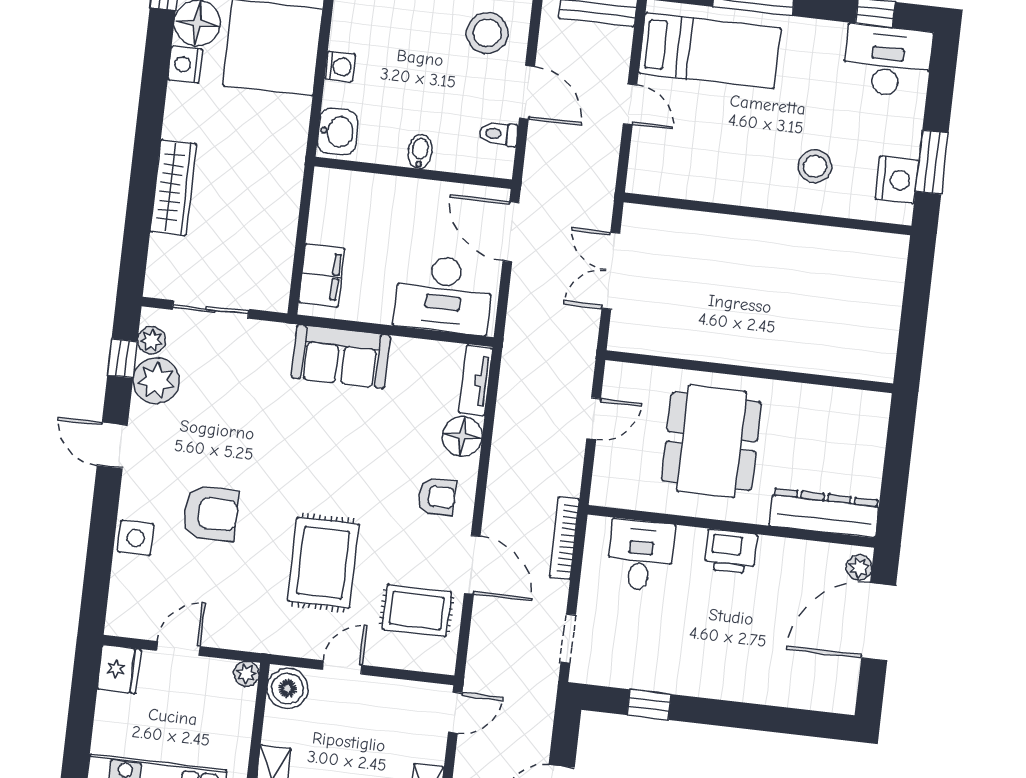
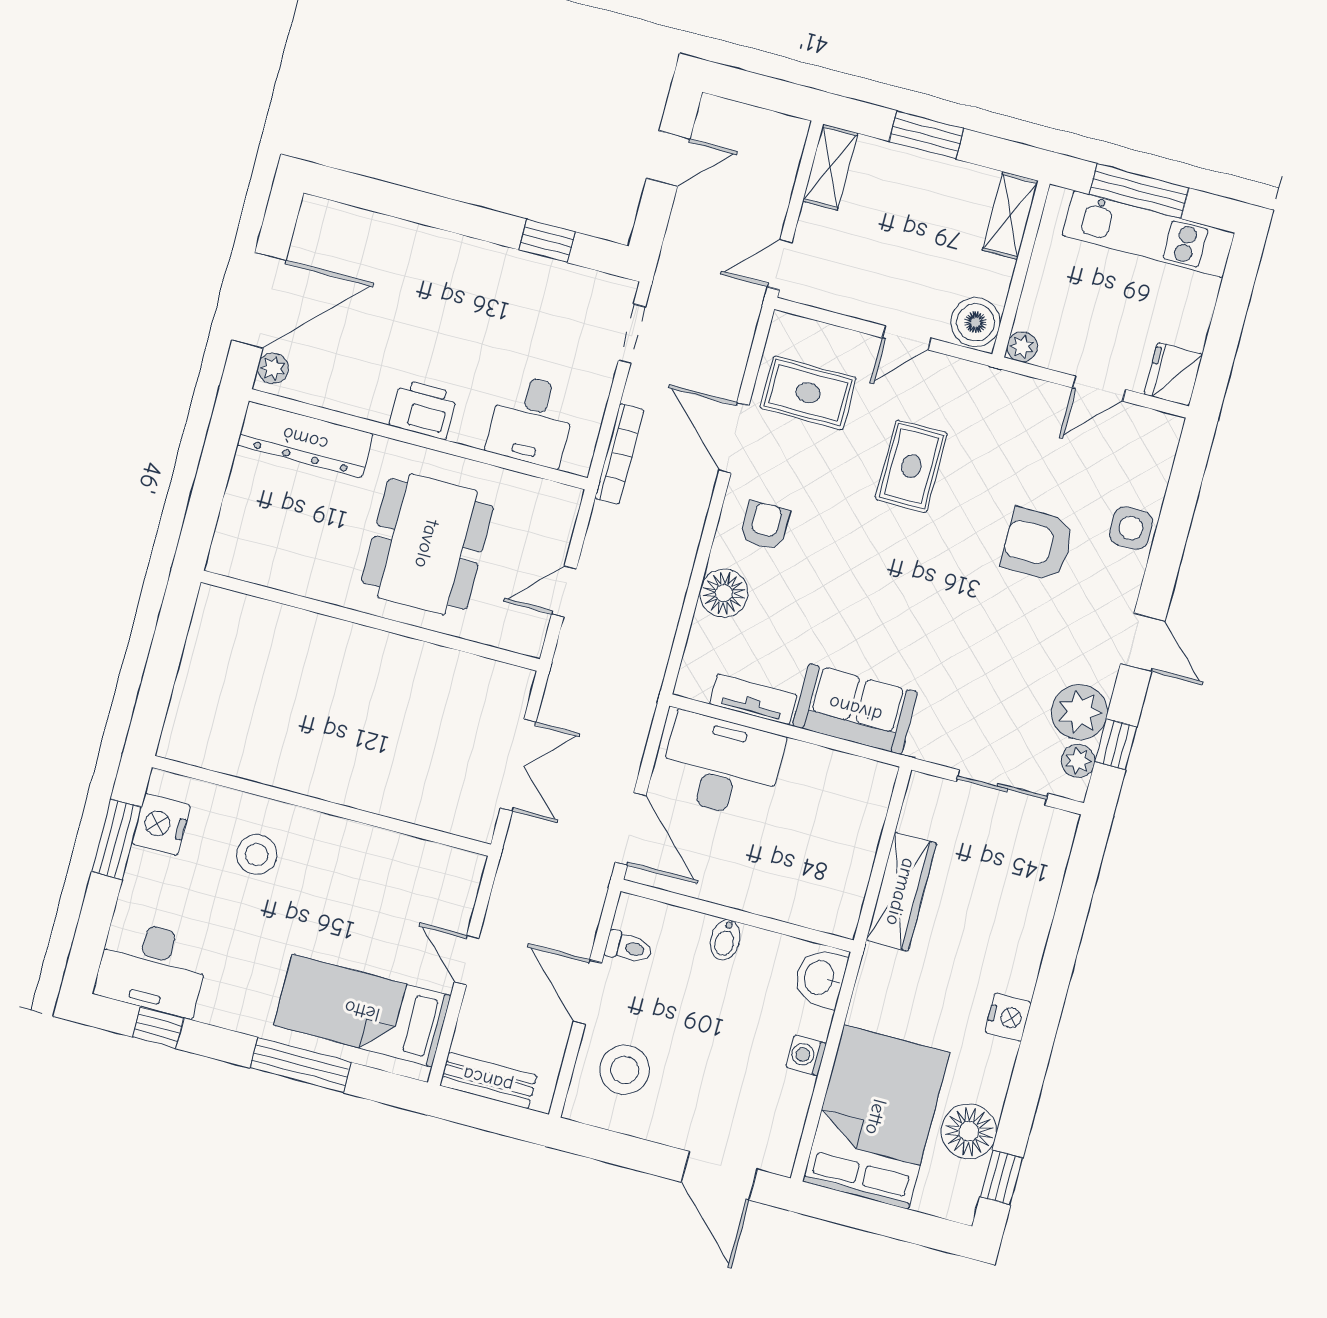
nightstand: (185, 65) -> (1008, 1017), moved
wardrobe: (173, 188) -> (901, 892), moved, turned 180
filing cabinet: (322, 275) -> (864, 809), removed
tv unit: (476, 381) -> (753, 699), moved, turned -90
armchair: (436, 497) -> (765, 525), turned 90
rug: (323, 563) -> (911, 466), width x0.73, depth x0.70

